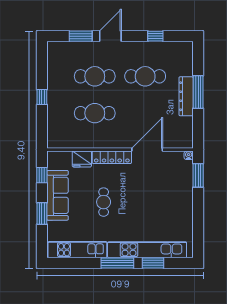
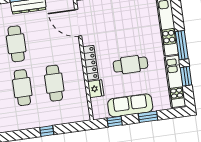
door: (147, 150) -> (78, 23), moved
cafe table: (104, 202) -> (130, 65), width x1.37, depth x1.35
window: (153, 263) -> (186, 76), moved

